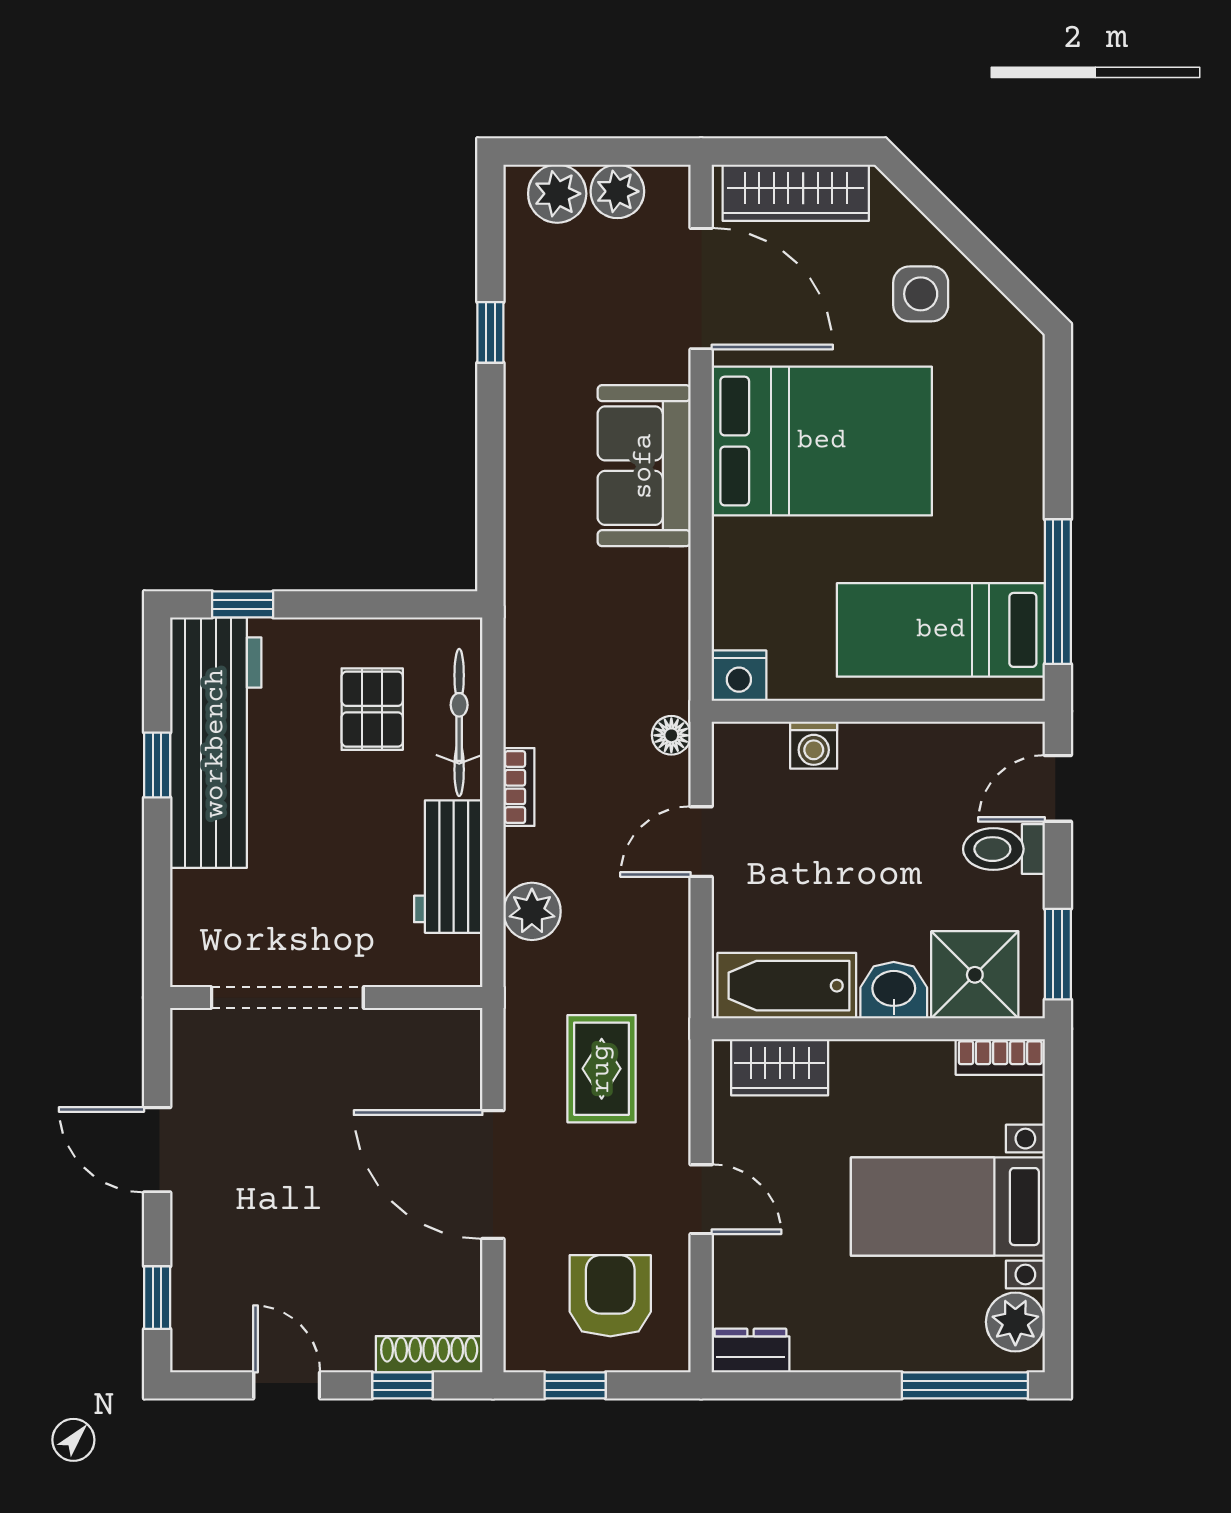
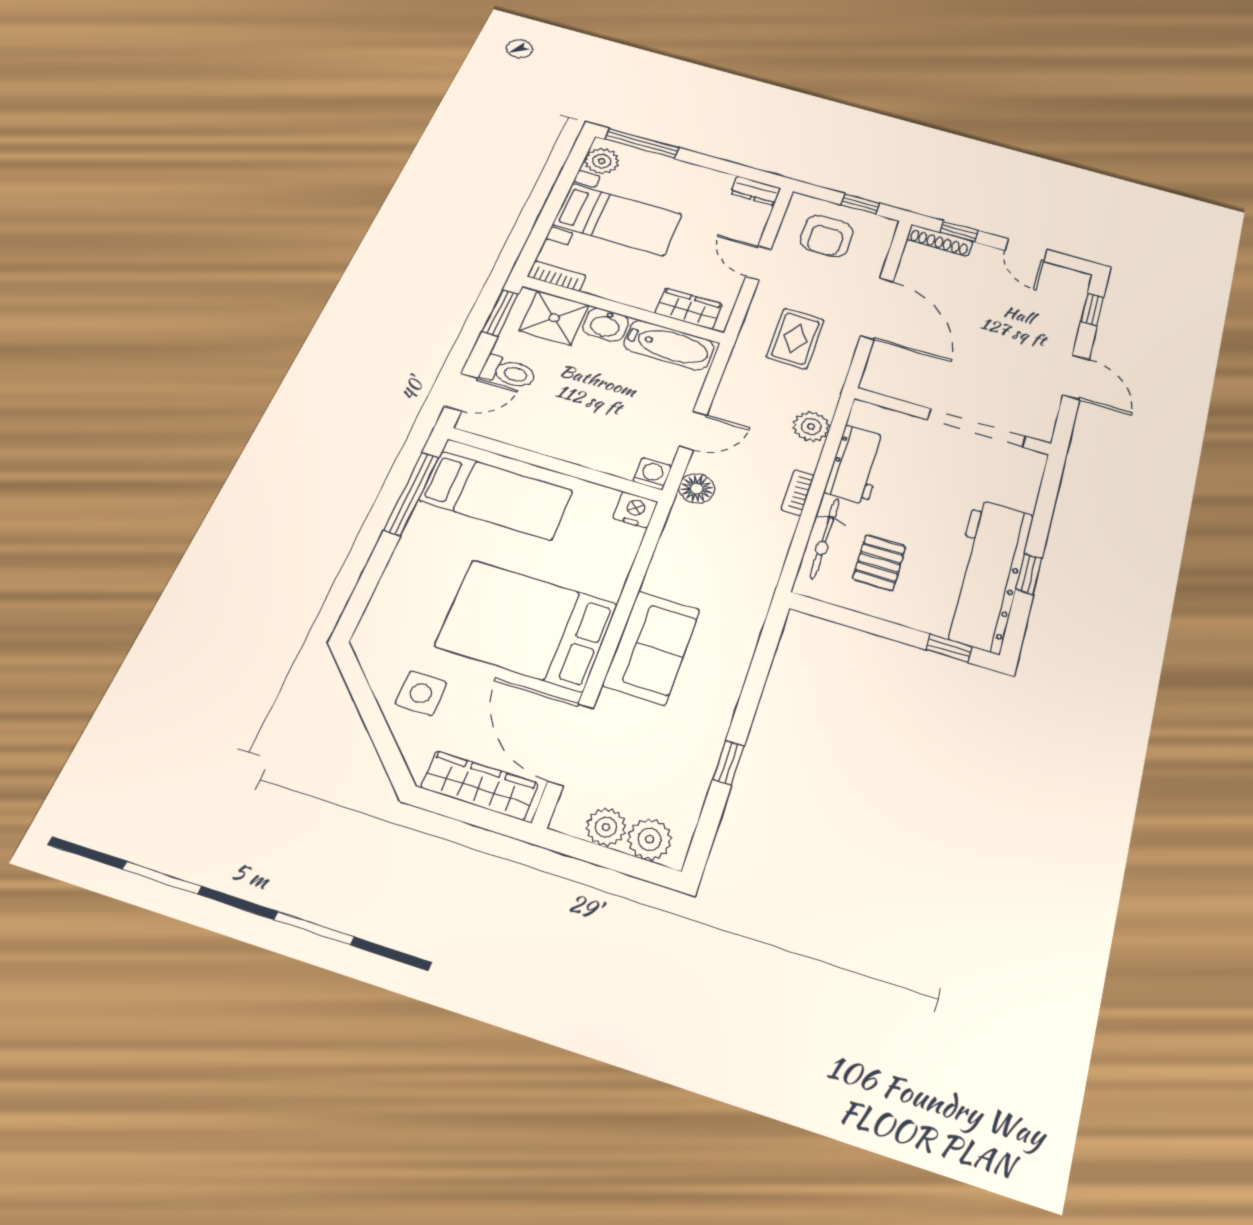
floor lamp: (671, 735) -> (697, 488), width x1.37, depth x1.37
washing machine: (814, 745) -> (652, 474), moved

